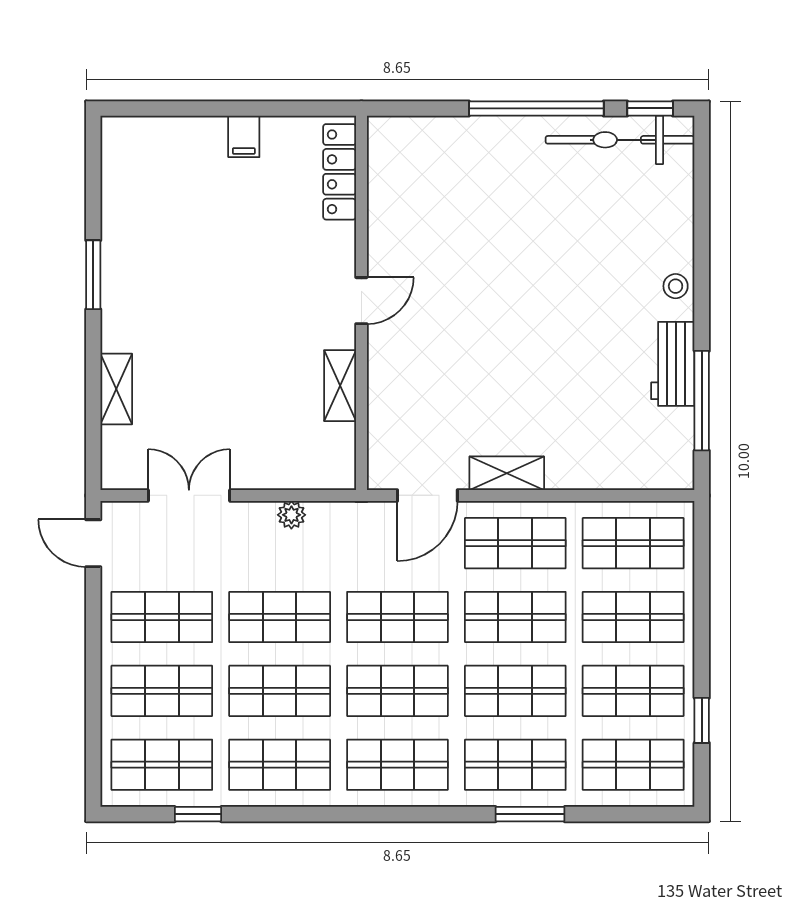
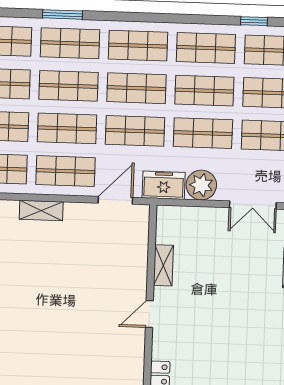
shelving: (507, 473) -> (41, 211), moved
plant: (291, 515) -> (201, 185), width x1.88, depth x1.88
freezer: (345, 524) -> (164, 185), added

